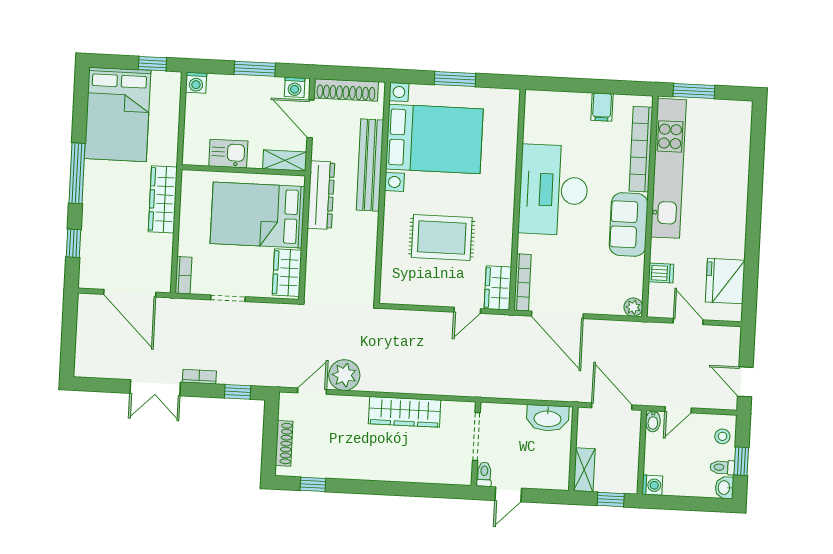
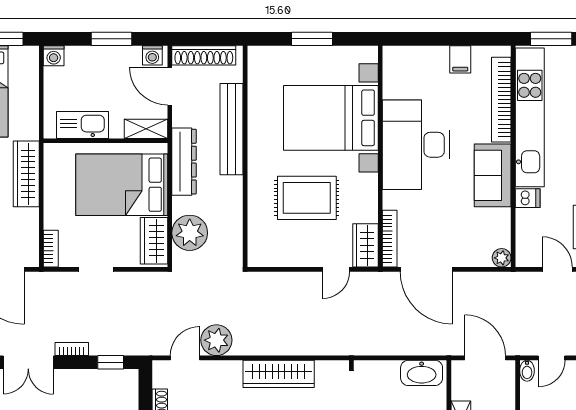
bed with nightstands: (434, 139) -> (331, 118), moved, turned 180
kitchen sink: (228, 154) -> (82, 125), width x1.38
plant: (323, 266) -> (190, 233), added
dishwasher: (661, 273) -> (528, 198), moved

